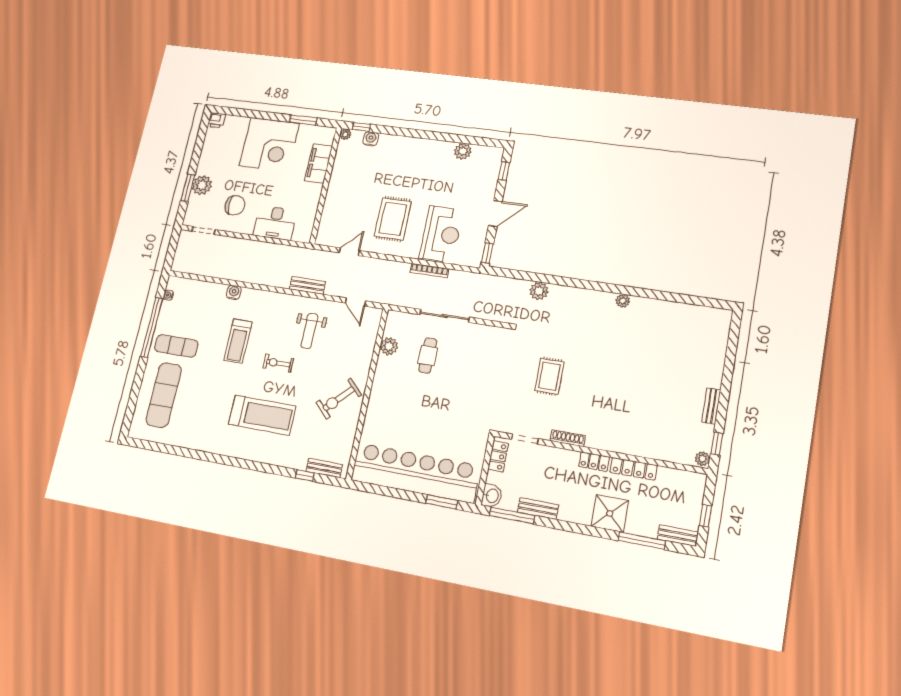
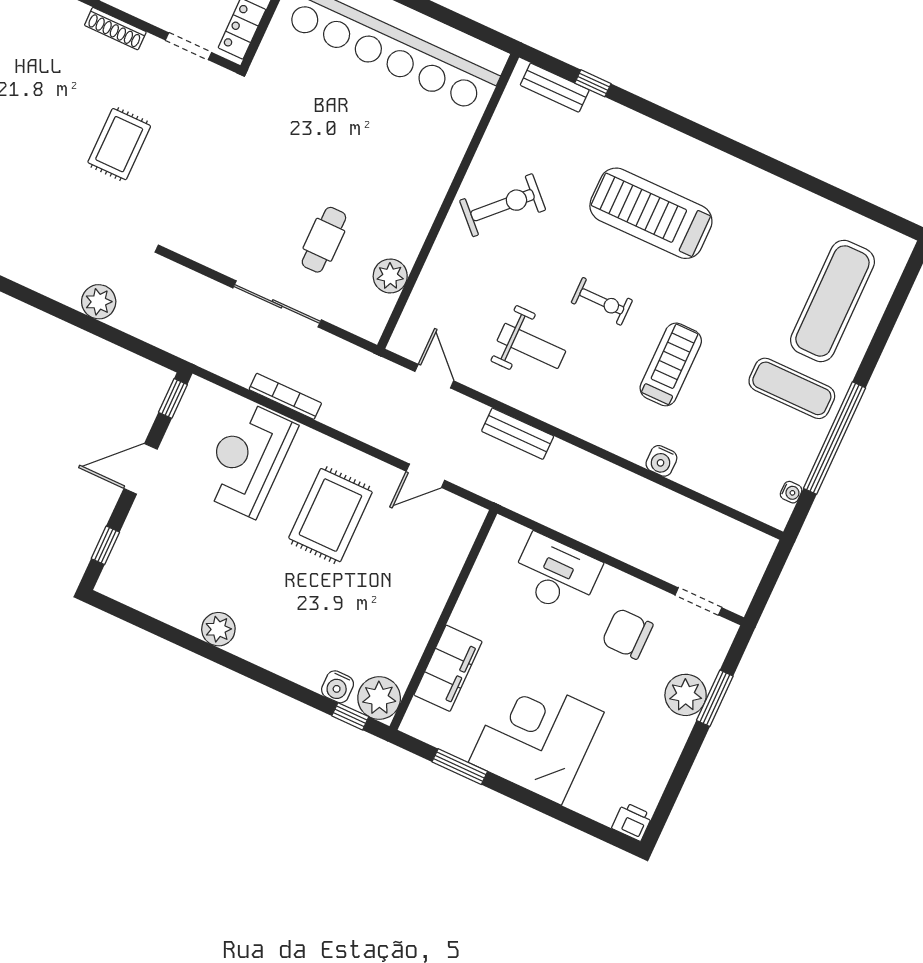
plant: (345, 134) -> (379, 698), width x1.88, depth x1.88
plant: (463, 151) -> (218, 629), moved
weight bench: (309, 331) -> (531, 346), turned 90

